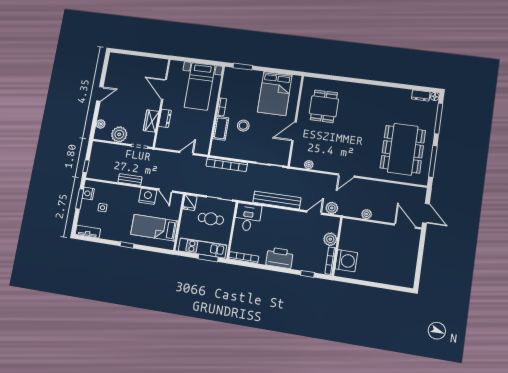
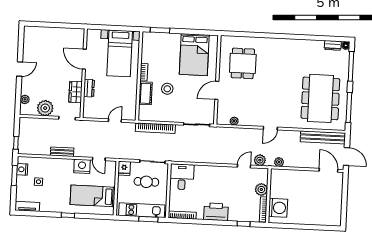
bench: (277, 200) -> (323, 137), moved
plant: (367, 214) -> (279, 162), moved

